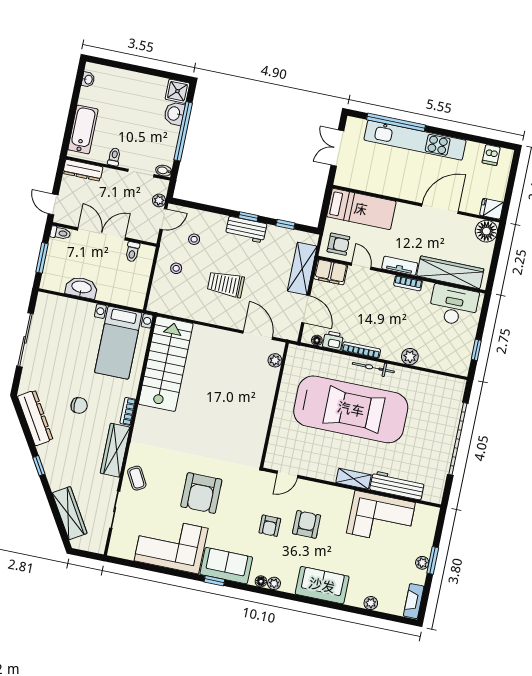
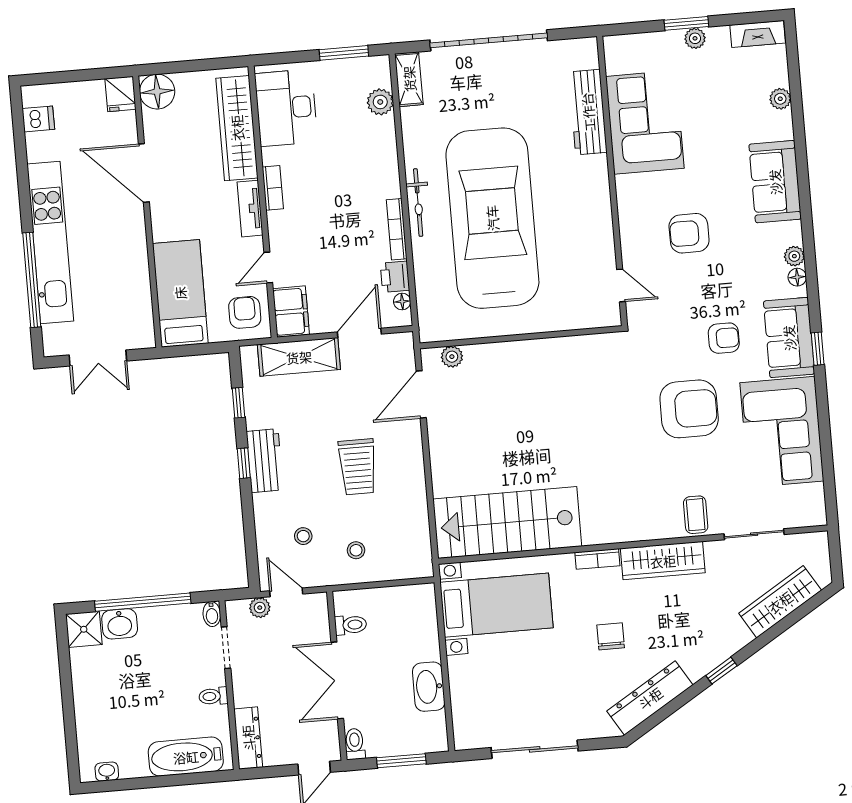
window: (476, 350) -> (344, 53), width x1.50
plant: (410, 357) -> (380, 102), moved
coffee table: (137, 478) -> (696, 515), turned -61
shelving: (354, 479) -> (409, 79), moved
armchair: (270, 526) -> (724, 338), moved

